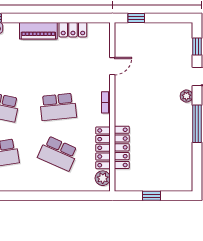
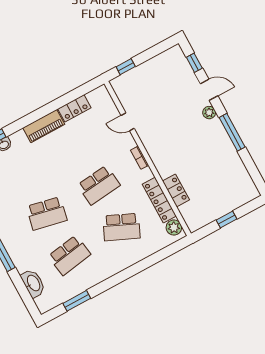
door: (112, 66) -> (128, 122), swing flipped
locker: (122, 147) -> (176, 190), width x0.66

